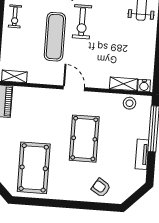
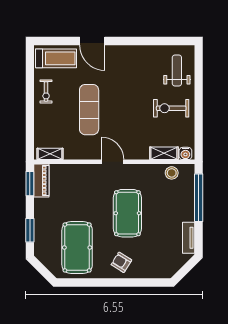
exercise bike: (82, 22) -> (171, 108), moved, turned 90
tv unit: (142, 154) -> (189, 238), moved
armchair: (101, 188) -> (121, 262), moved

